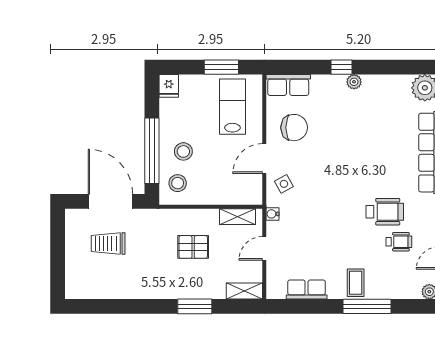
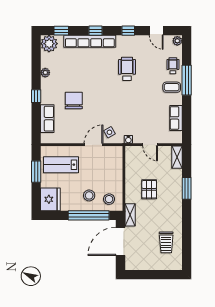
plant: (354, 82) -> (45, 73), moved
row of seats: (288, 85) -> (47, 119), moved
fridge: (169, 86) -> (50, 199), width x1.88, depth x1.34
chair: (294, 128) -> (74, 100), moved
door: (264, 159) -> (94, 145), swing flipped
shelving: (237, 217) -> (130, 215), moved
wheelchair: (399, 242) -> (173, 66), moved
trolley: (108, 244) -> (166, 242), moved

